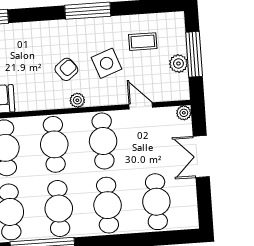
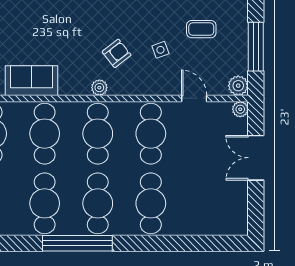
side table: (107, 63) -> (160, 50), width x0.54, depth x0.54
plant: (178, 64) -> (238, 86), moved
plant: (77, 100) -> (99, 88), moved
cafe table: (156, 202) -> (204, 203), removed

